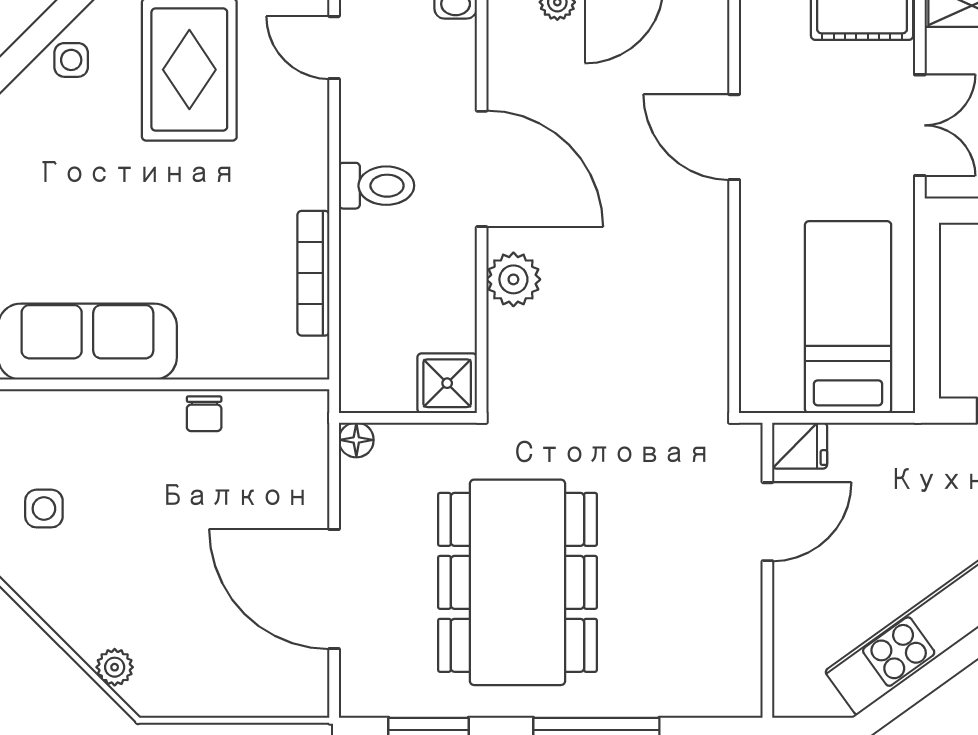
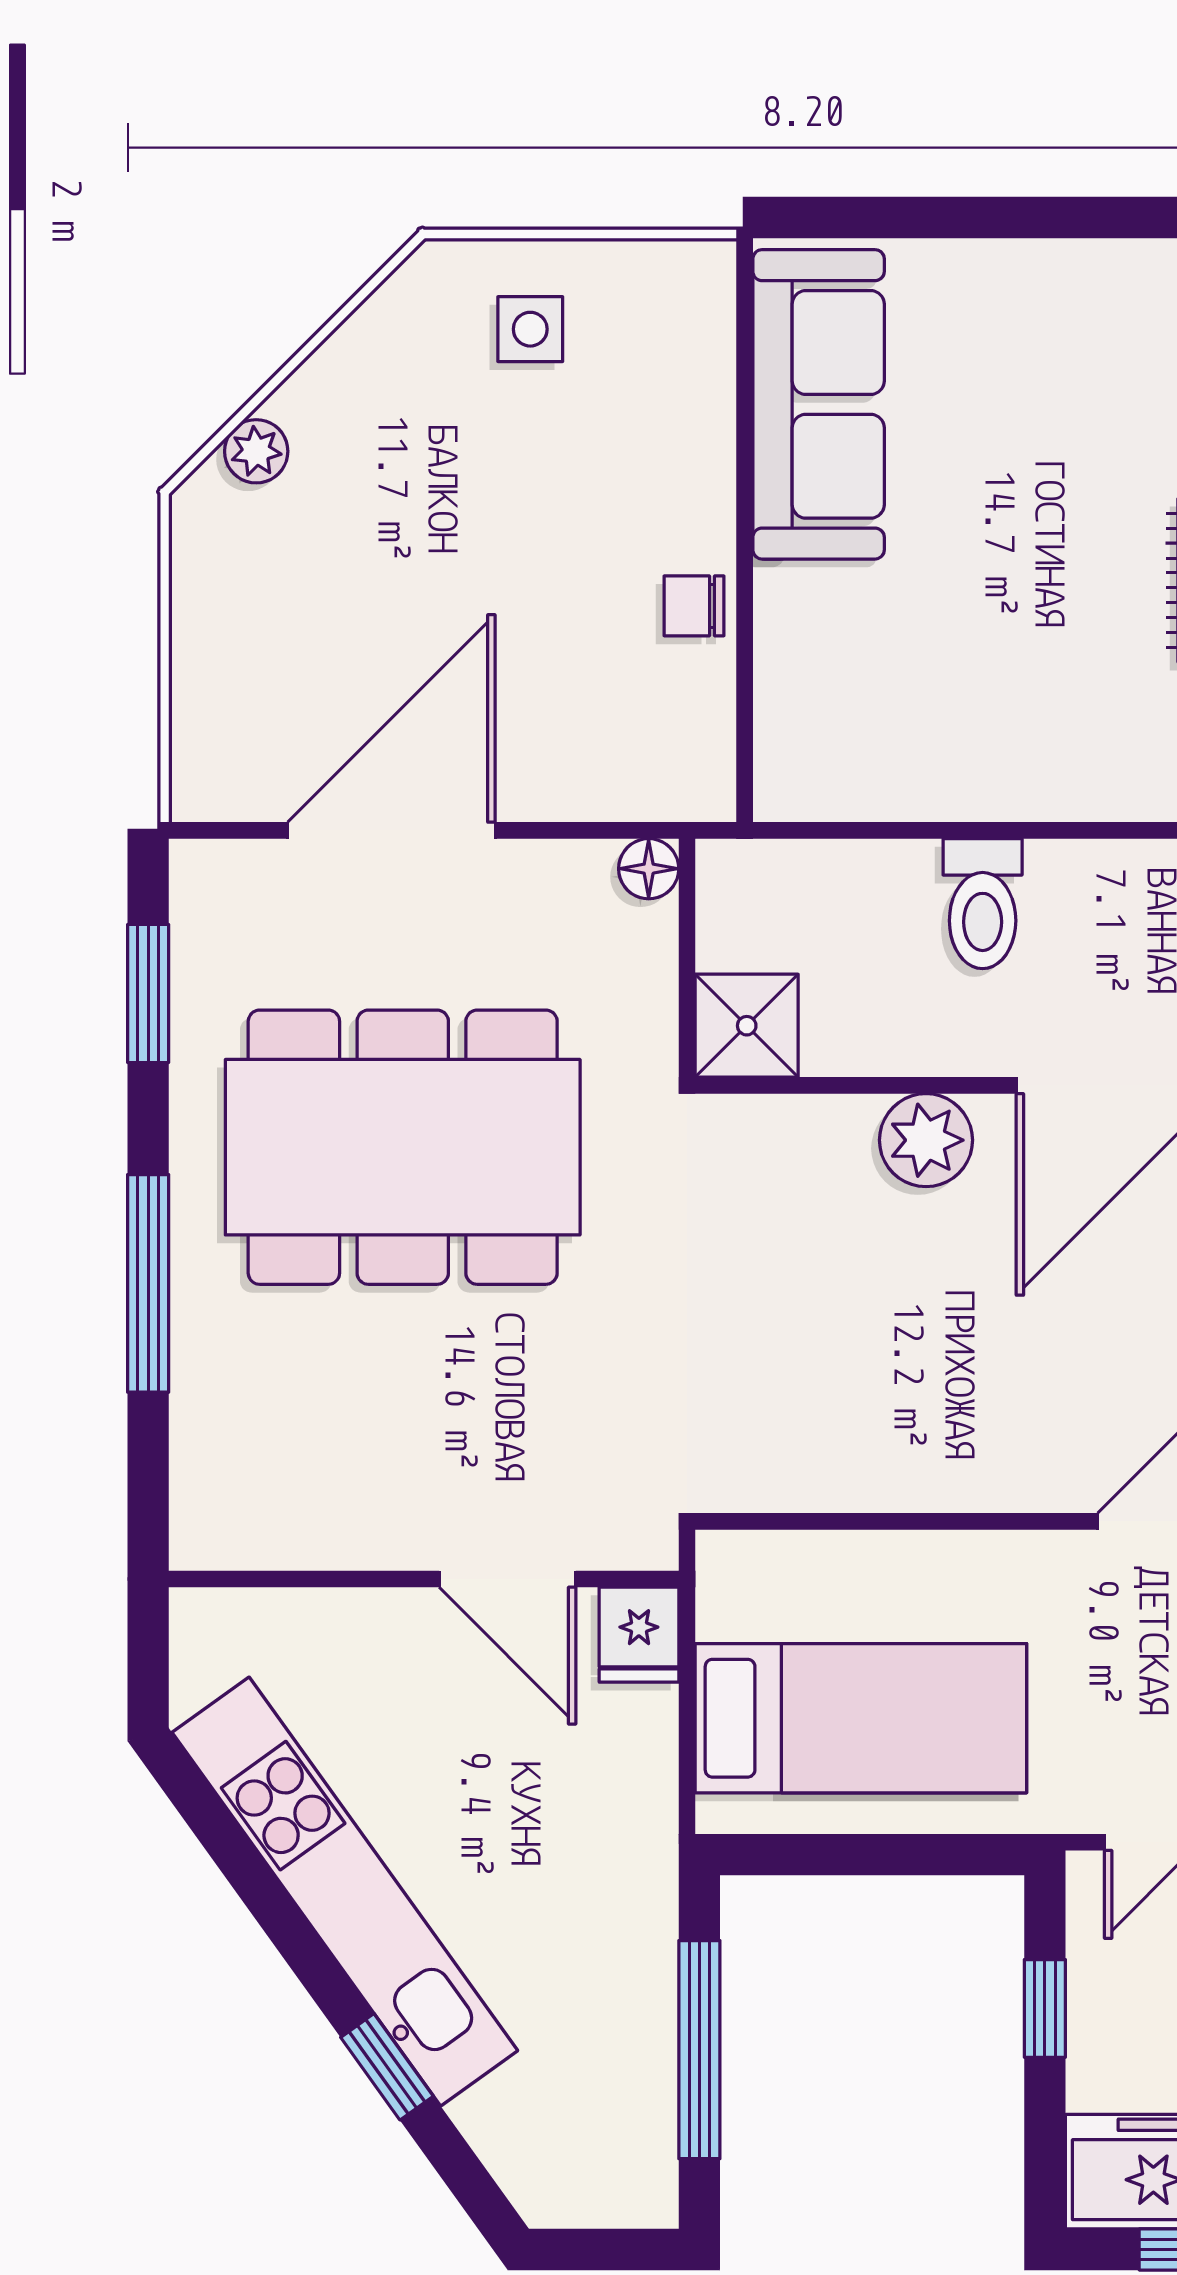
toilet: (377, 186) -> (983, 904), moved
bookcase: (313, 273) -> (937, 795), removed

